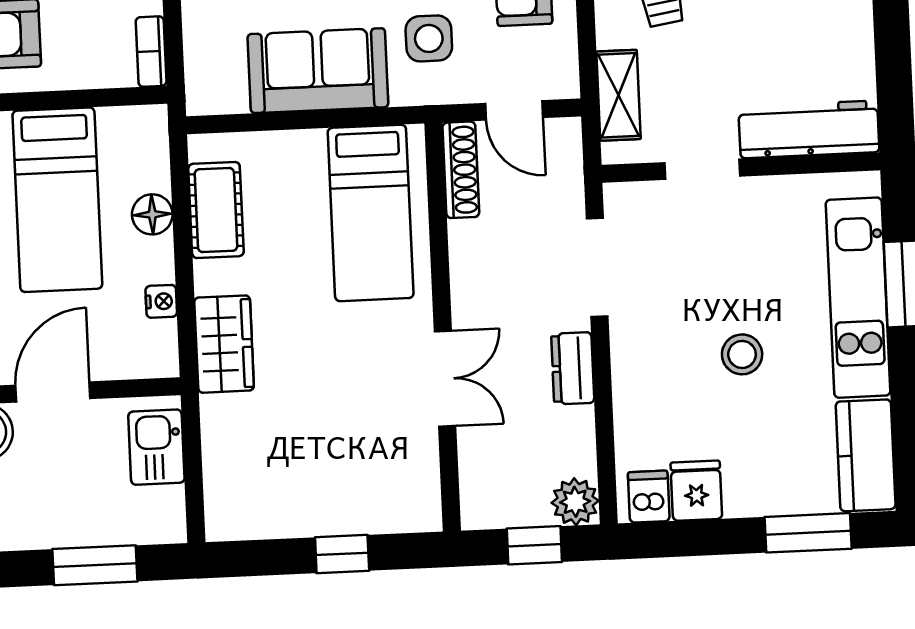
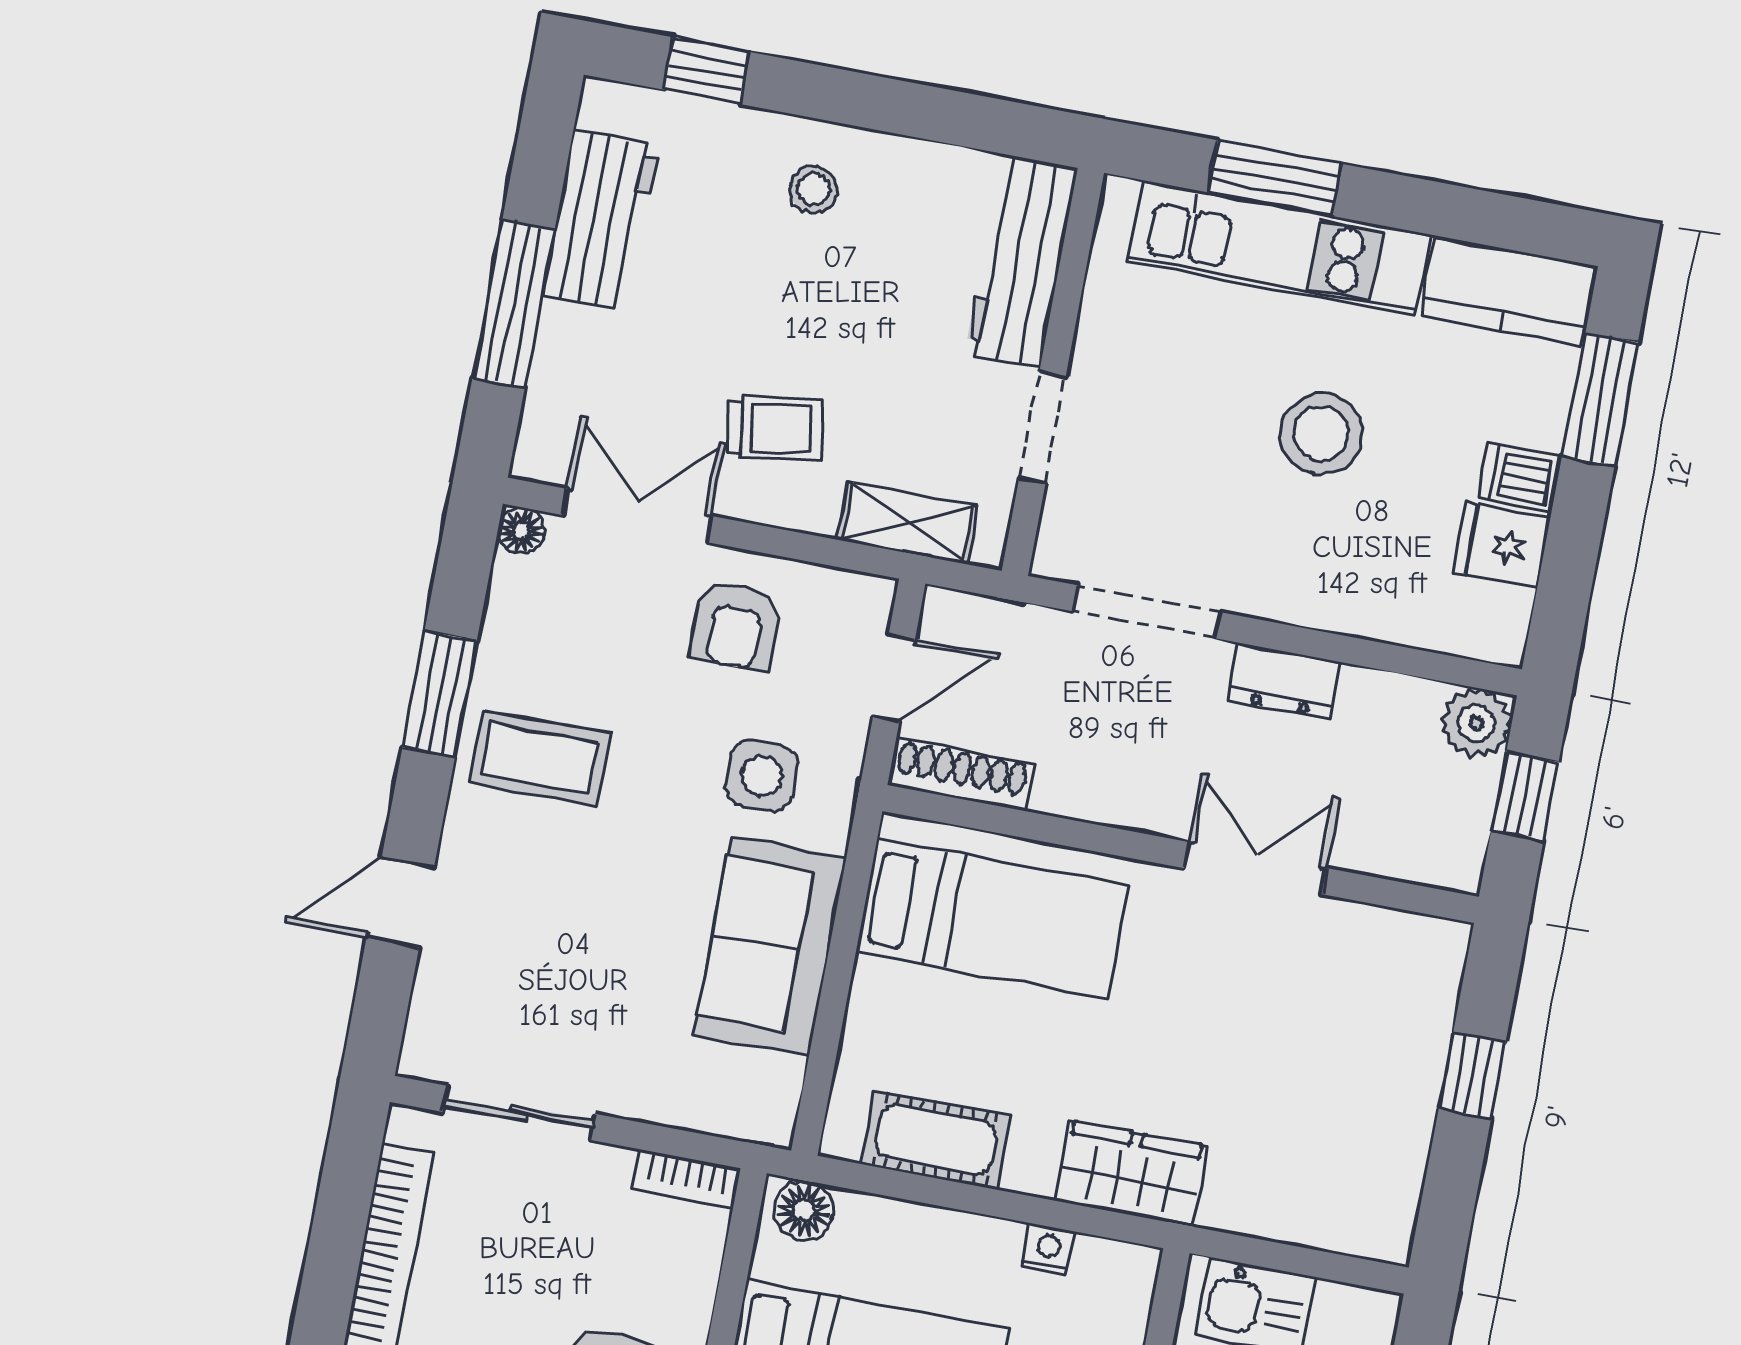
floor lamp: (152, 214) -> (804, 1211), moved
stool: (742, 354) -> (1321, 434), width x1.38, depth x1.38
dishwasher: (649, 497) -> (1520, 477), moved

